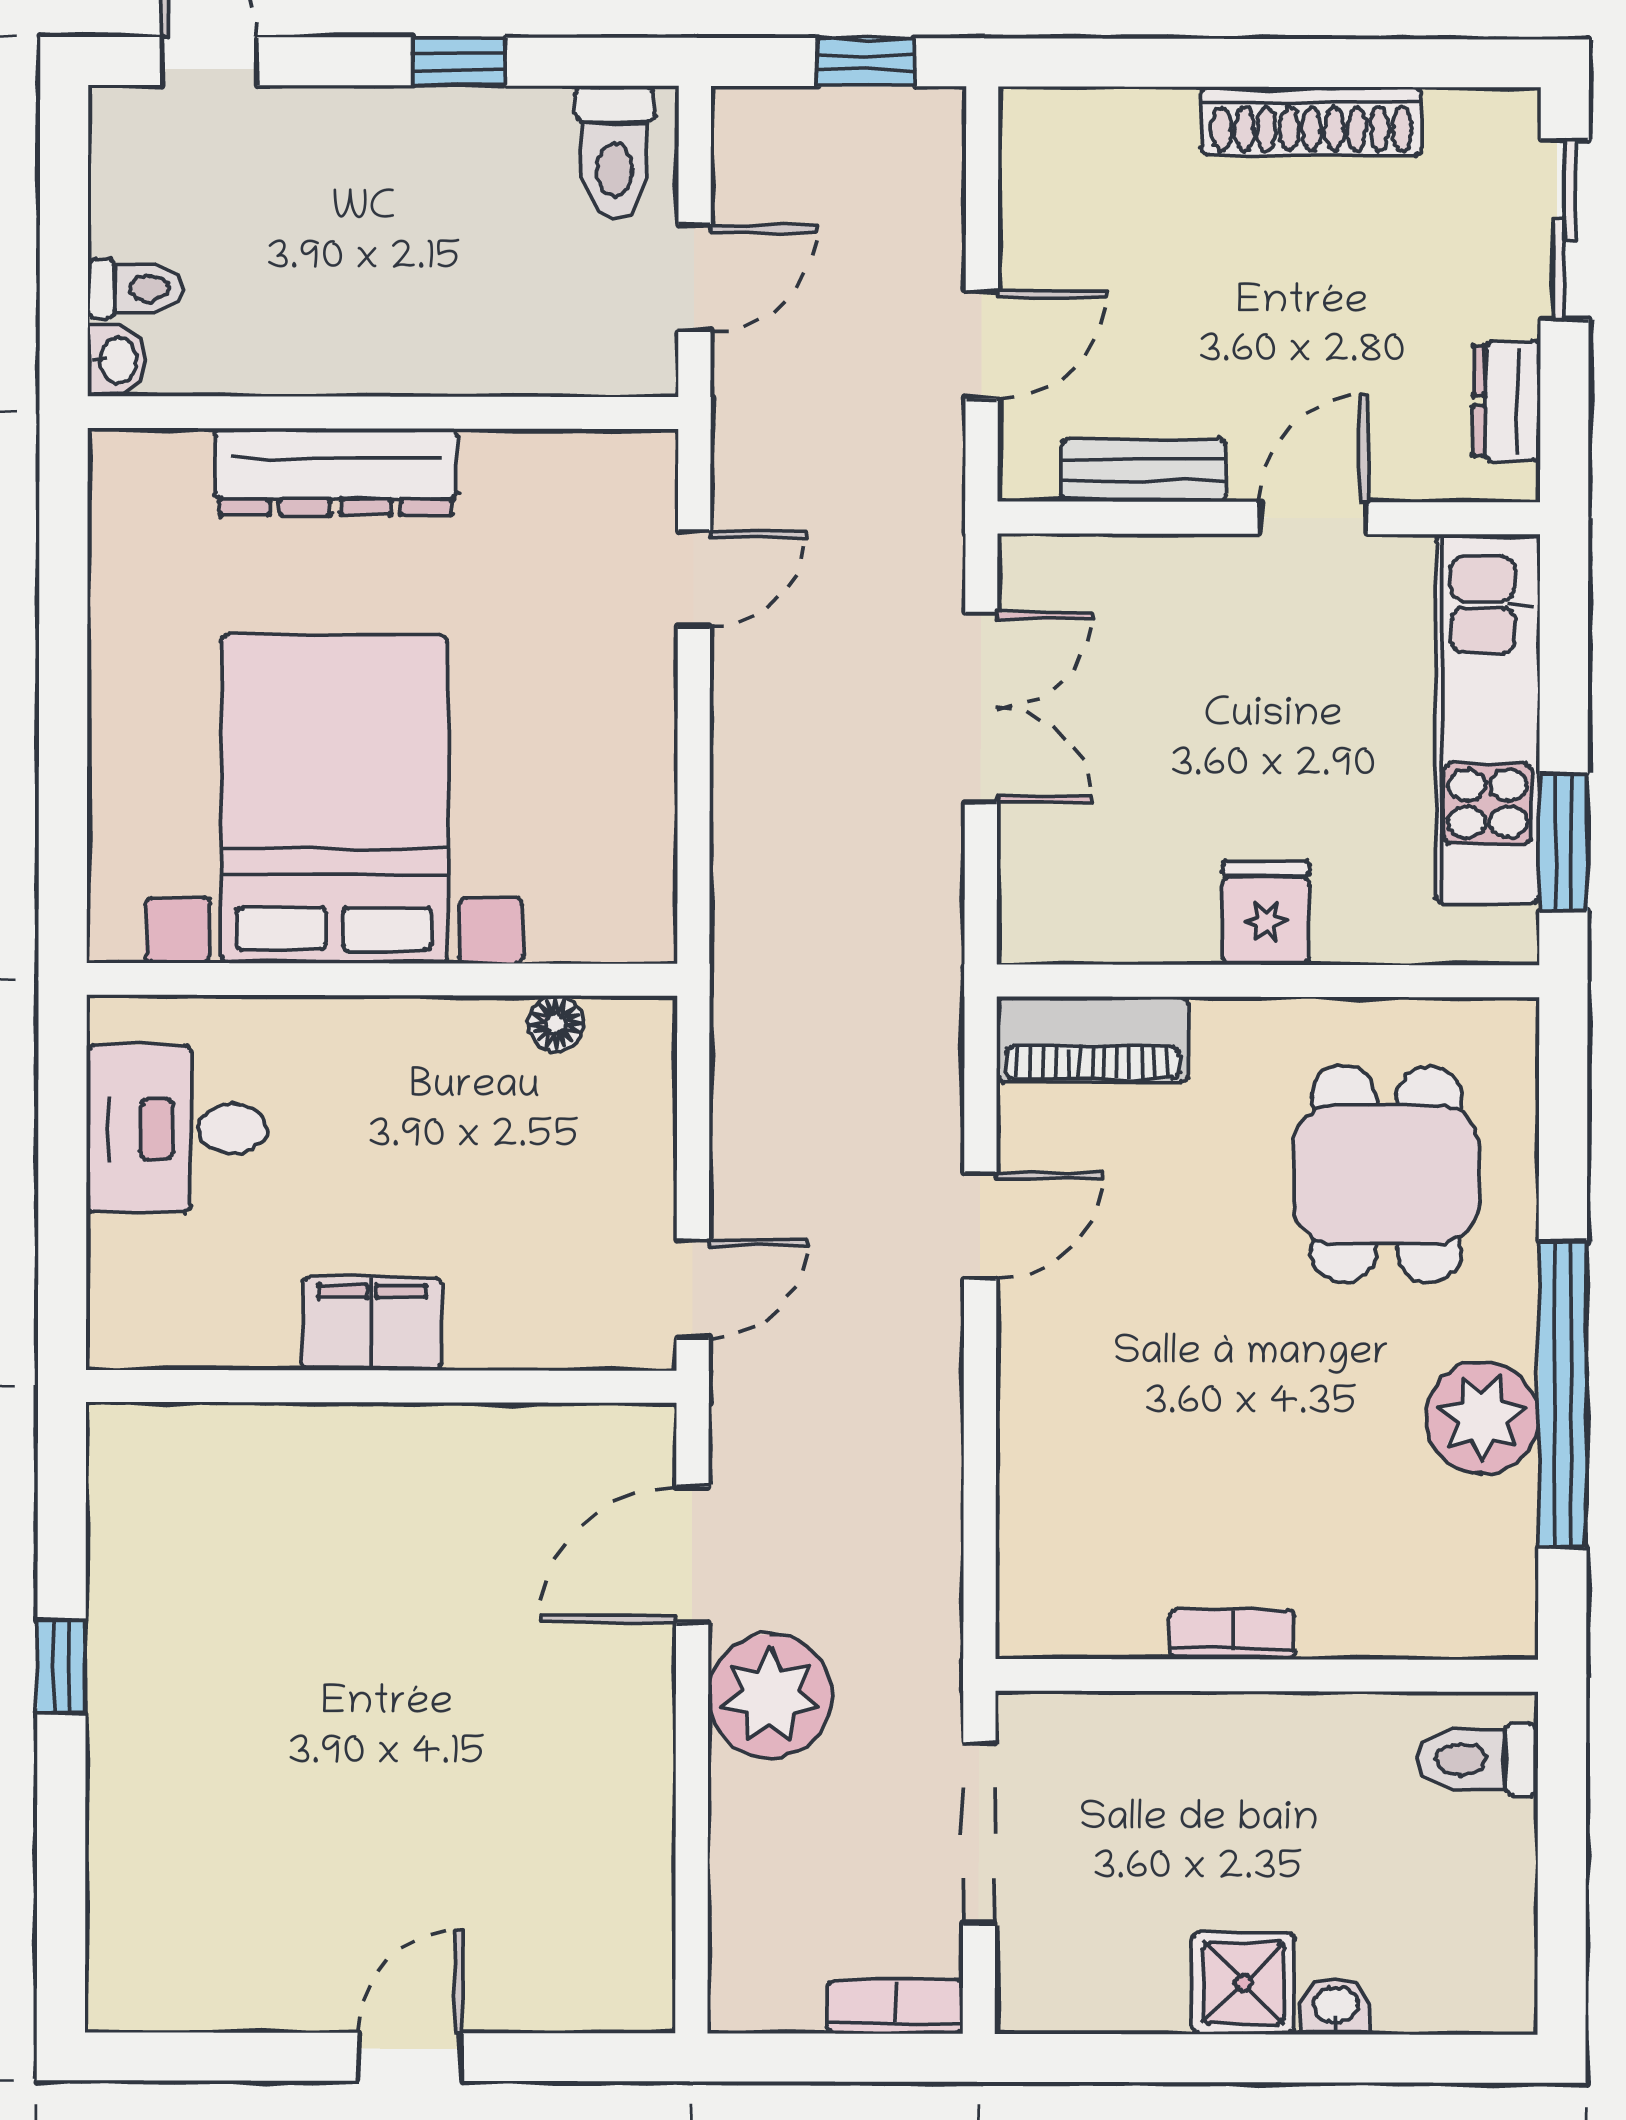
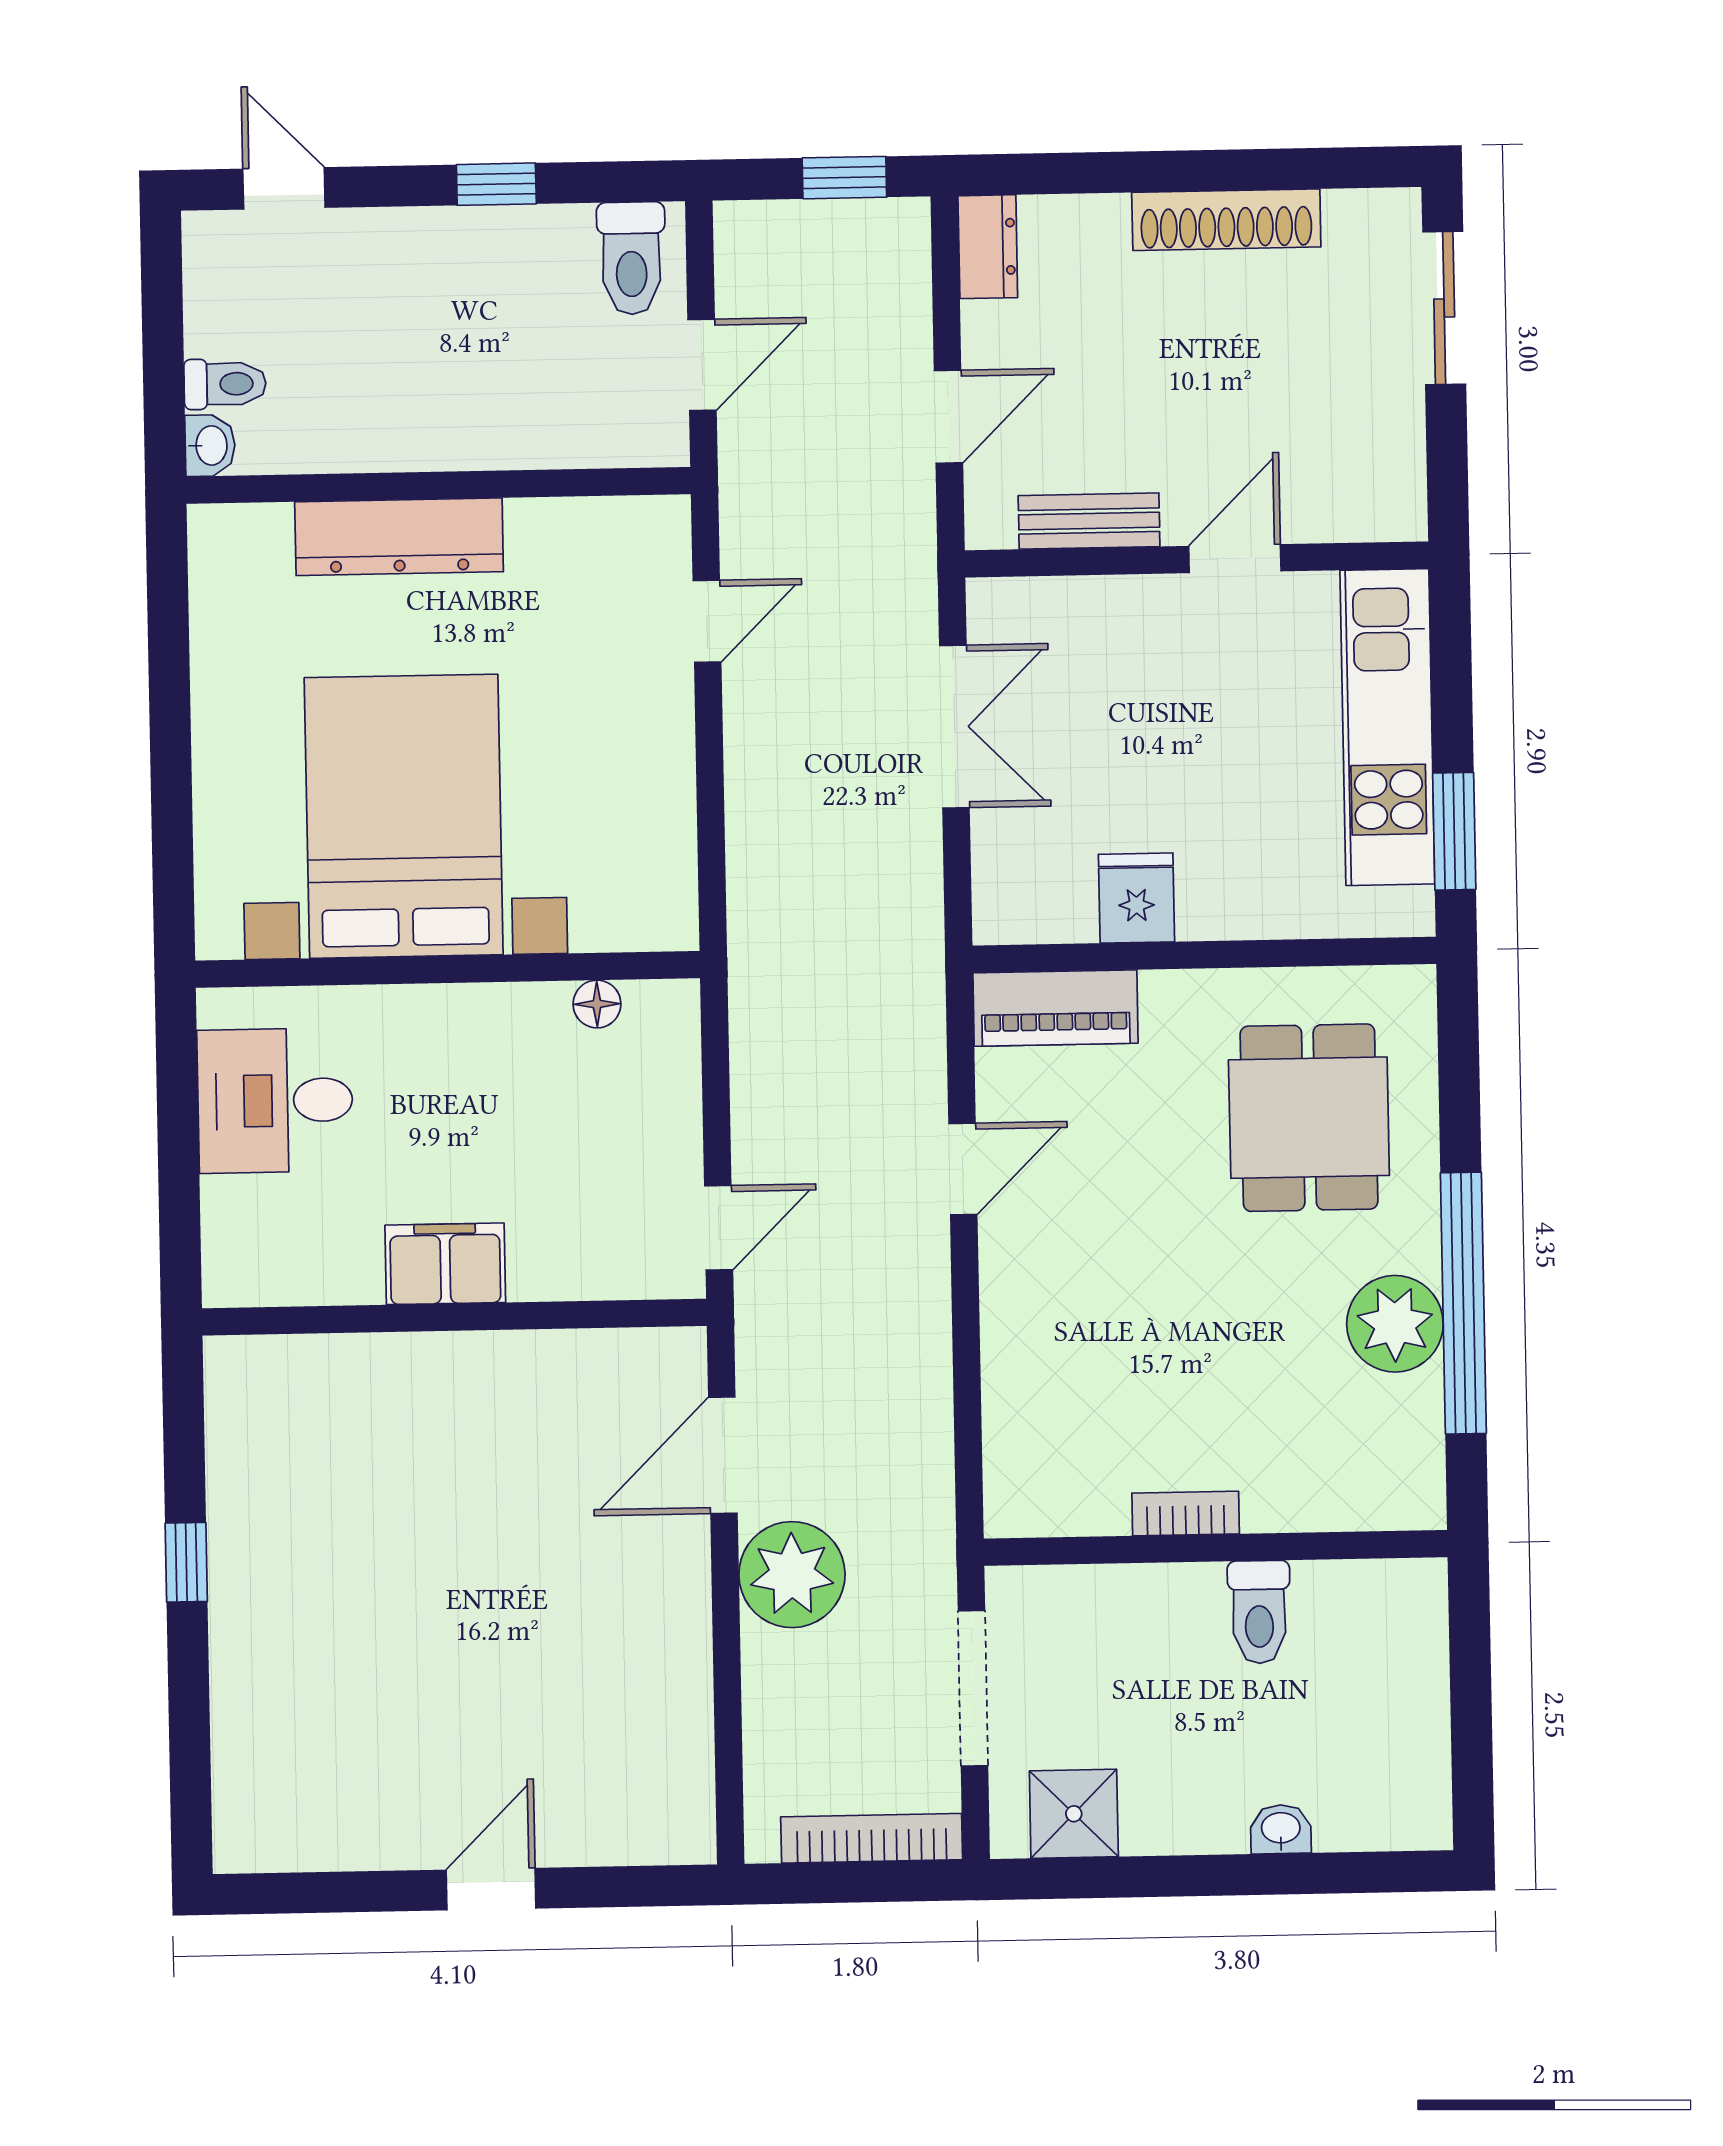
dresser: (1506, 401) -> (988, 247), moved, turned 180
fridge: (1266, 913) -> (1136, 898), moved
toilet: (1478, 1759) -> (1259, 1612), moved, turned -90
shower: (1243, 1983) -> (1074, 1814), moved
bookcase: (895, 2007) -> (872, 1838), width x1.56

